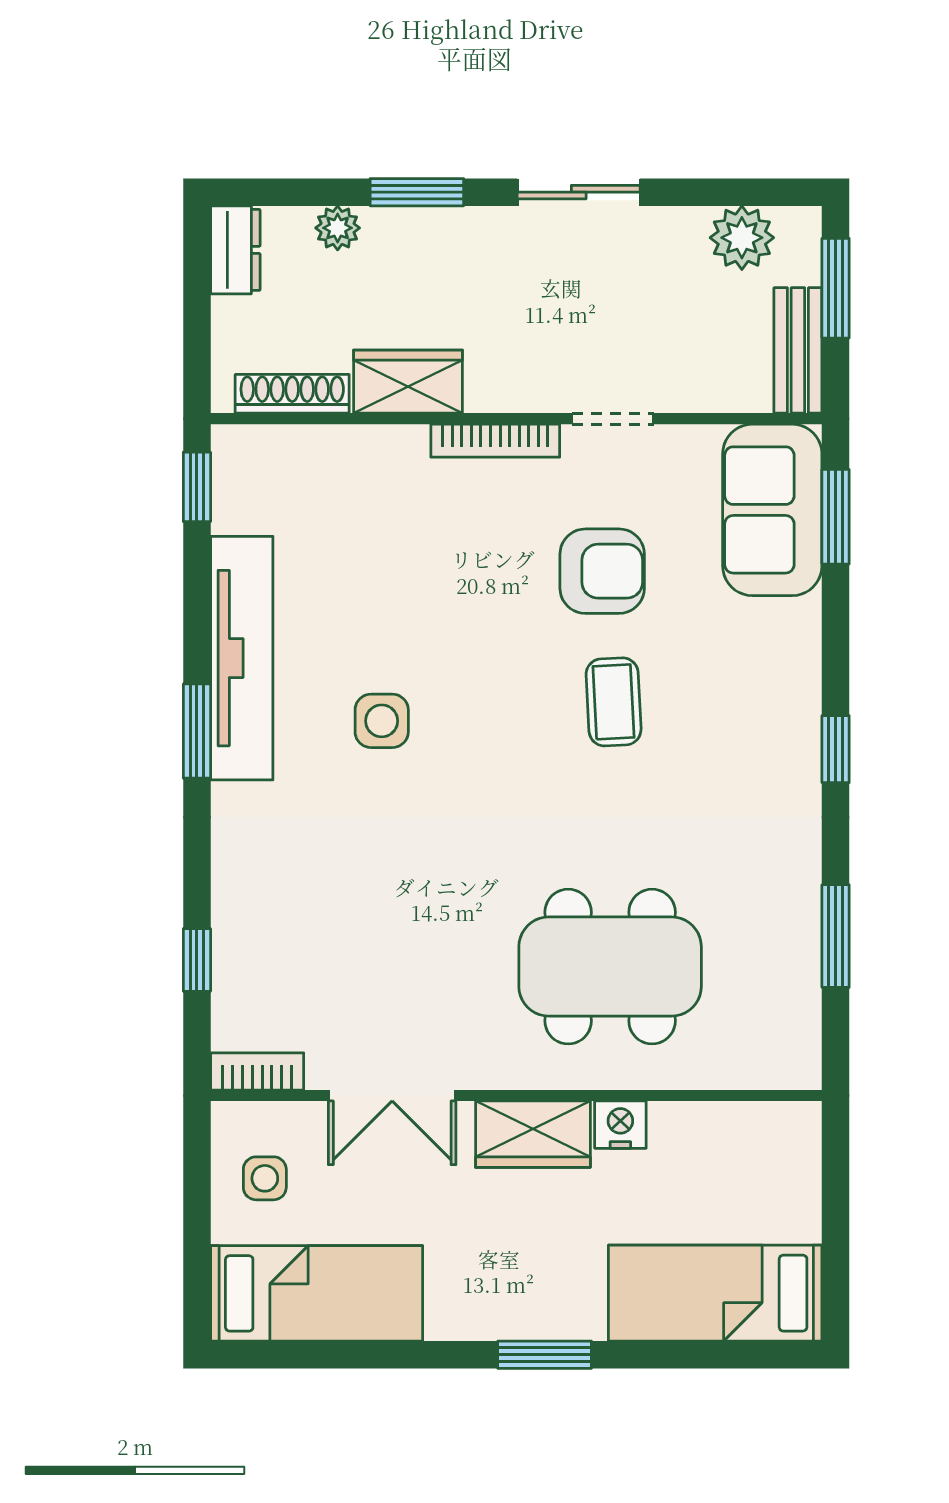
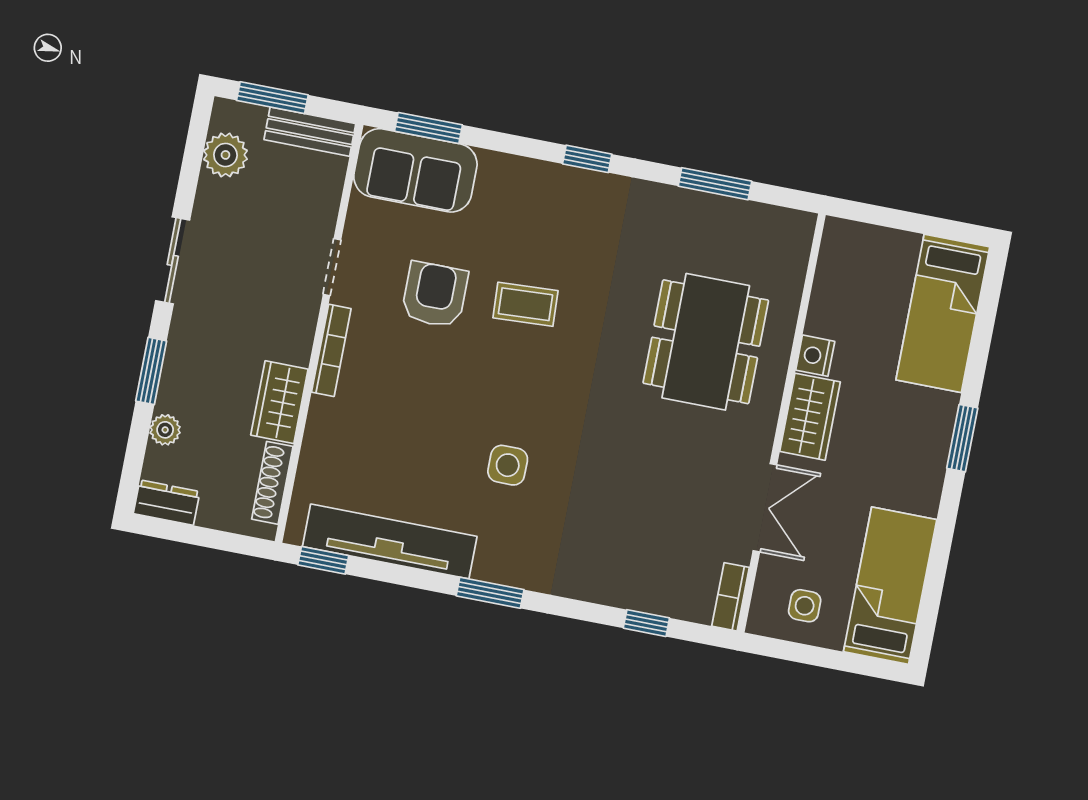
tv unit: (242, 658) -> (390, 541), moved

